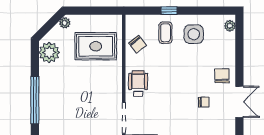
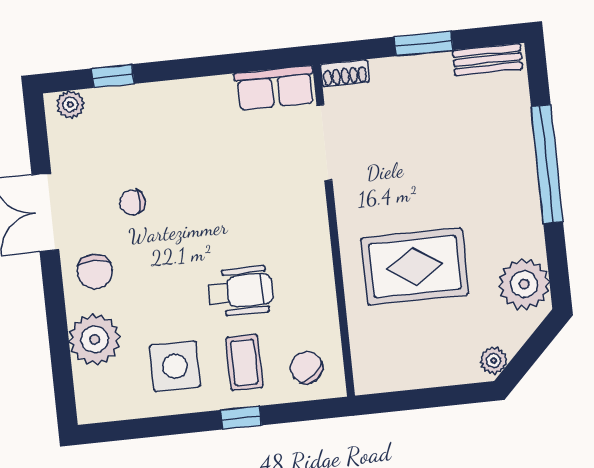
plant: (230, 26) -> (95, 339), moved, width x1.88, depth x1.88
chair: (138, 44) -> (306, 367), moved
rug: (96, 46) -> (415, 267), moved
wheelchair: (138, 83) -> (240, 291), moved, turned -90

